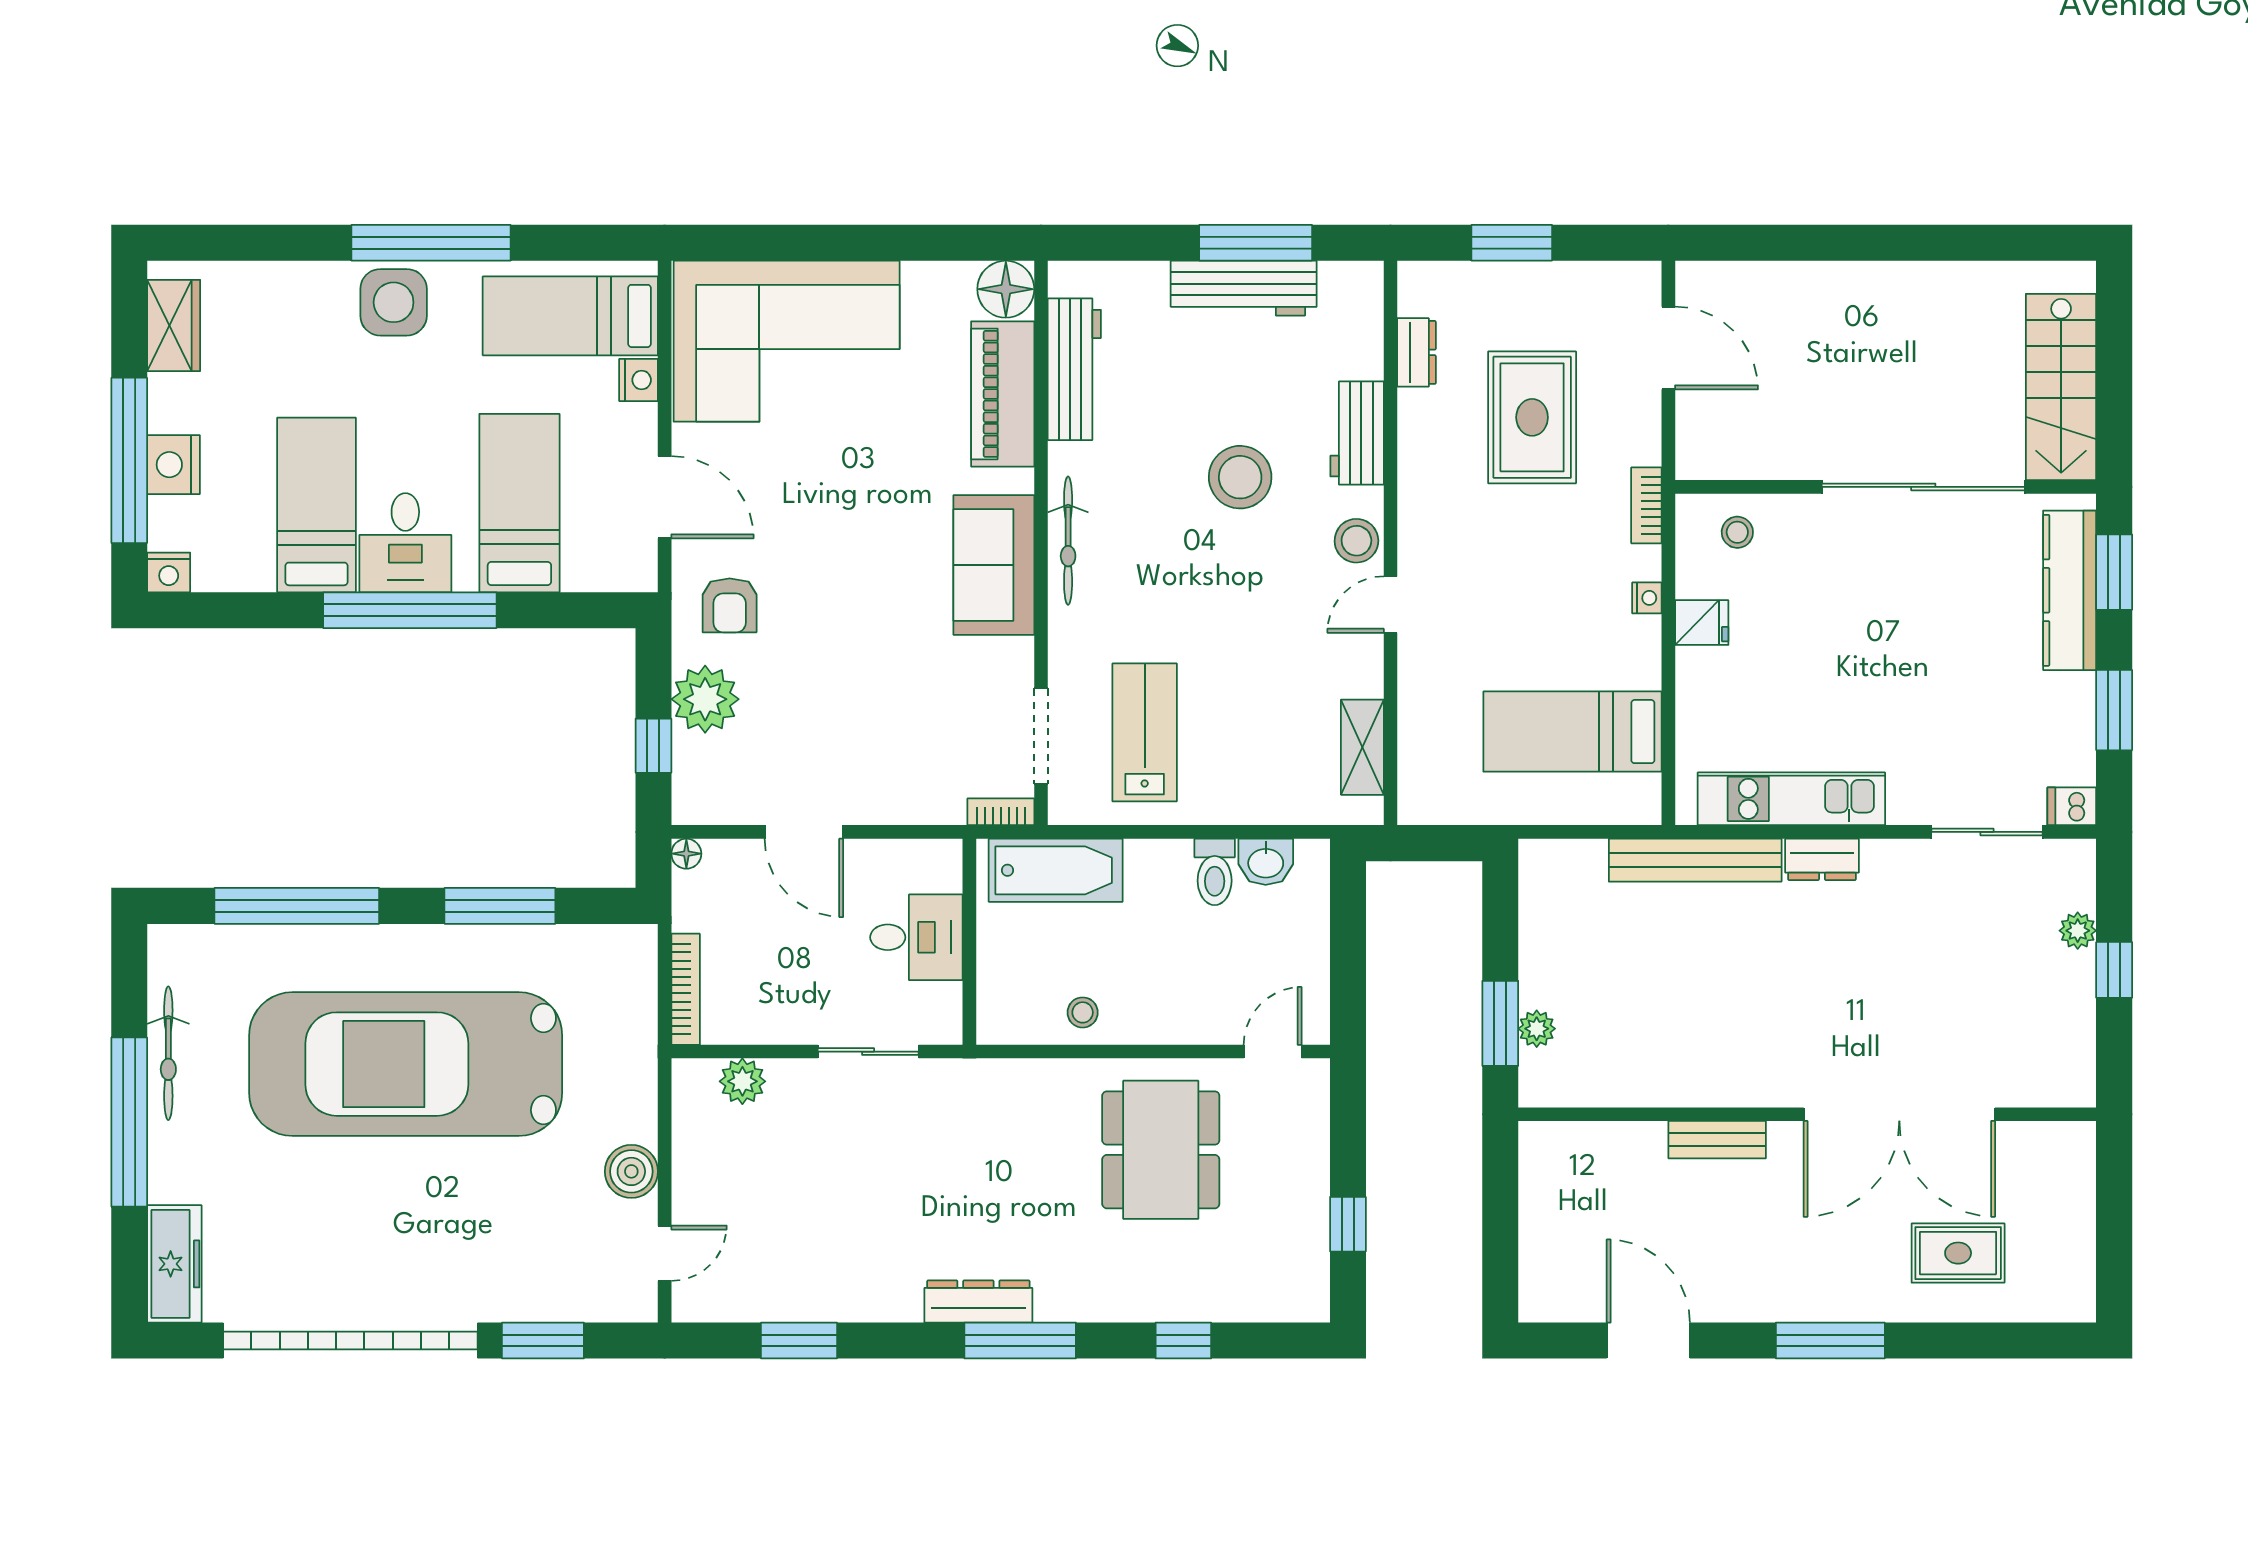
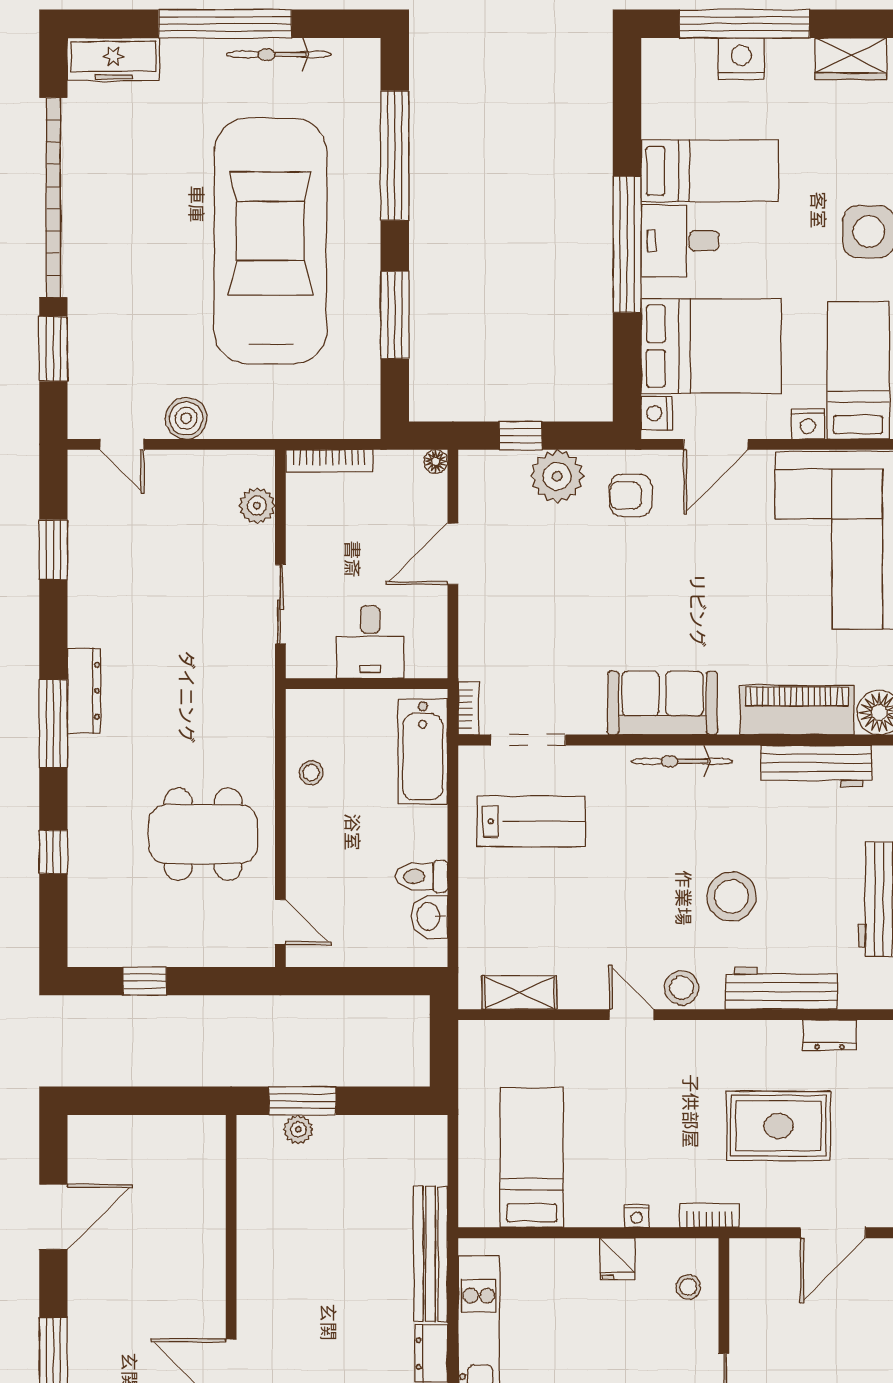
workbench: (1357, 433) -> (781, 988), width x1.38
bed: (519, 503) -> (711, 346), width x1.50
nightstand: (169, 572) -> (657, 413), moved
bench: (1717, 1140) -> (211, 1271), removed

